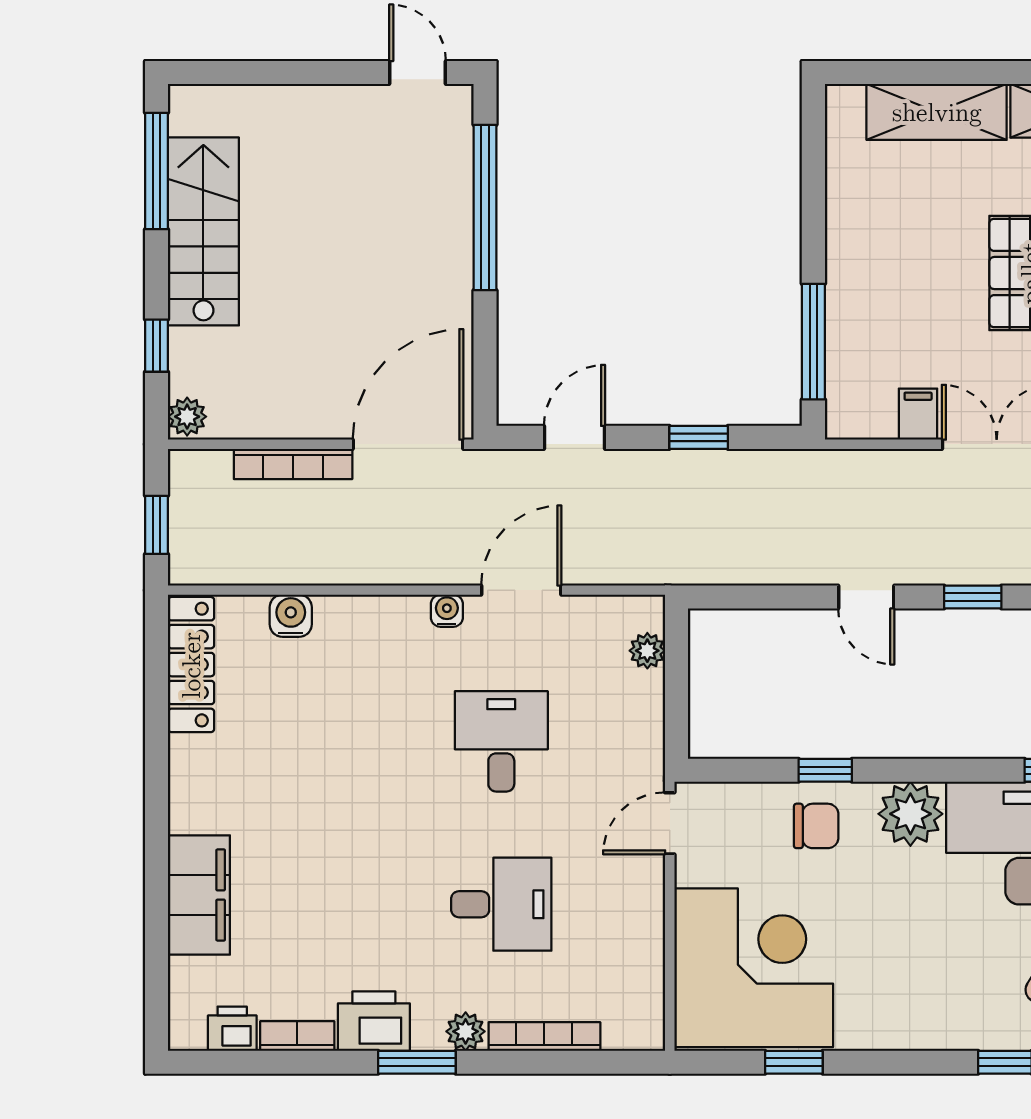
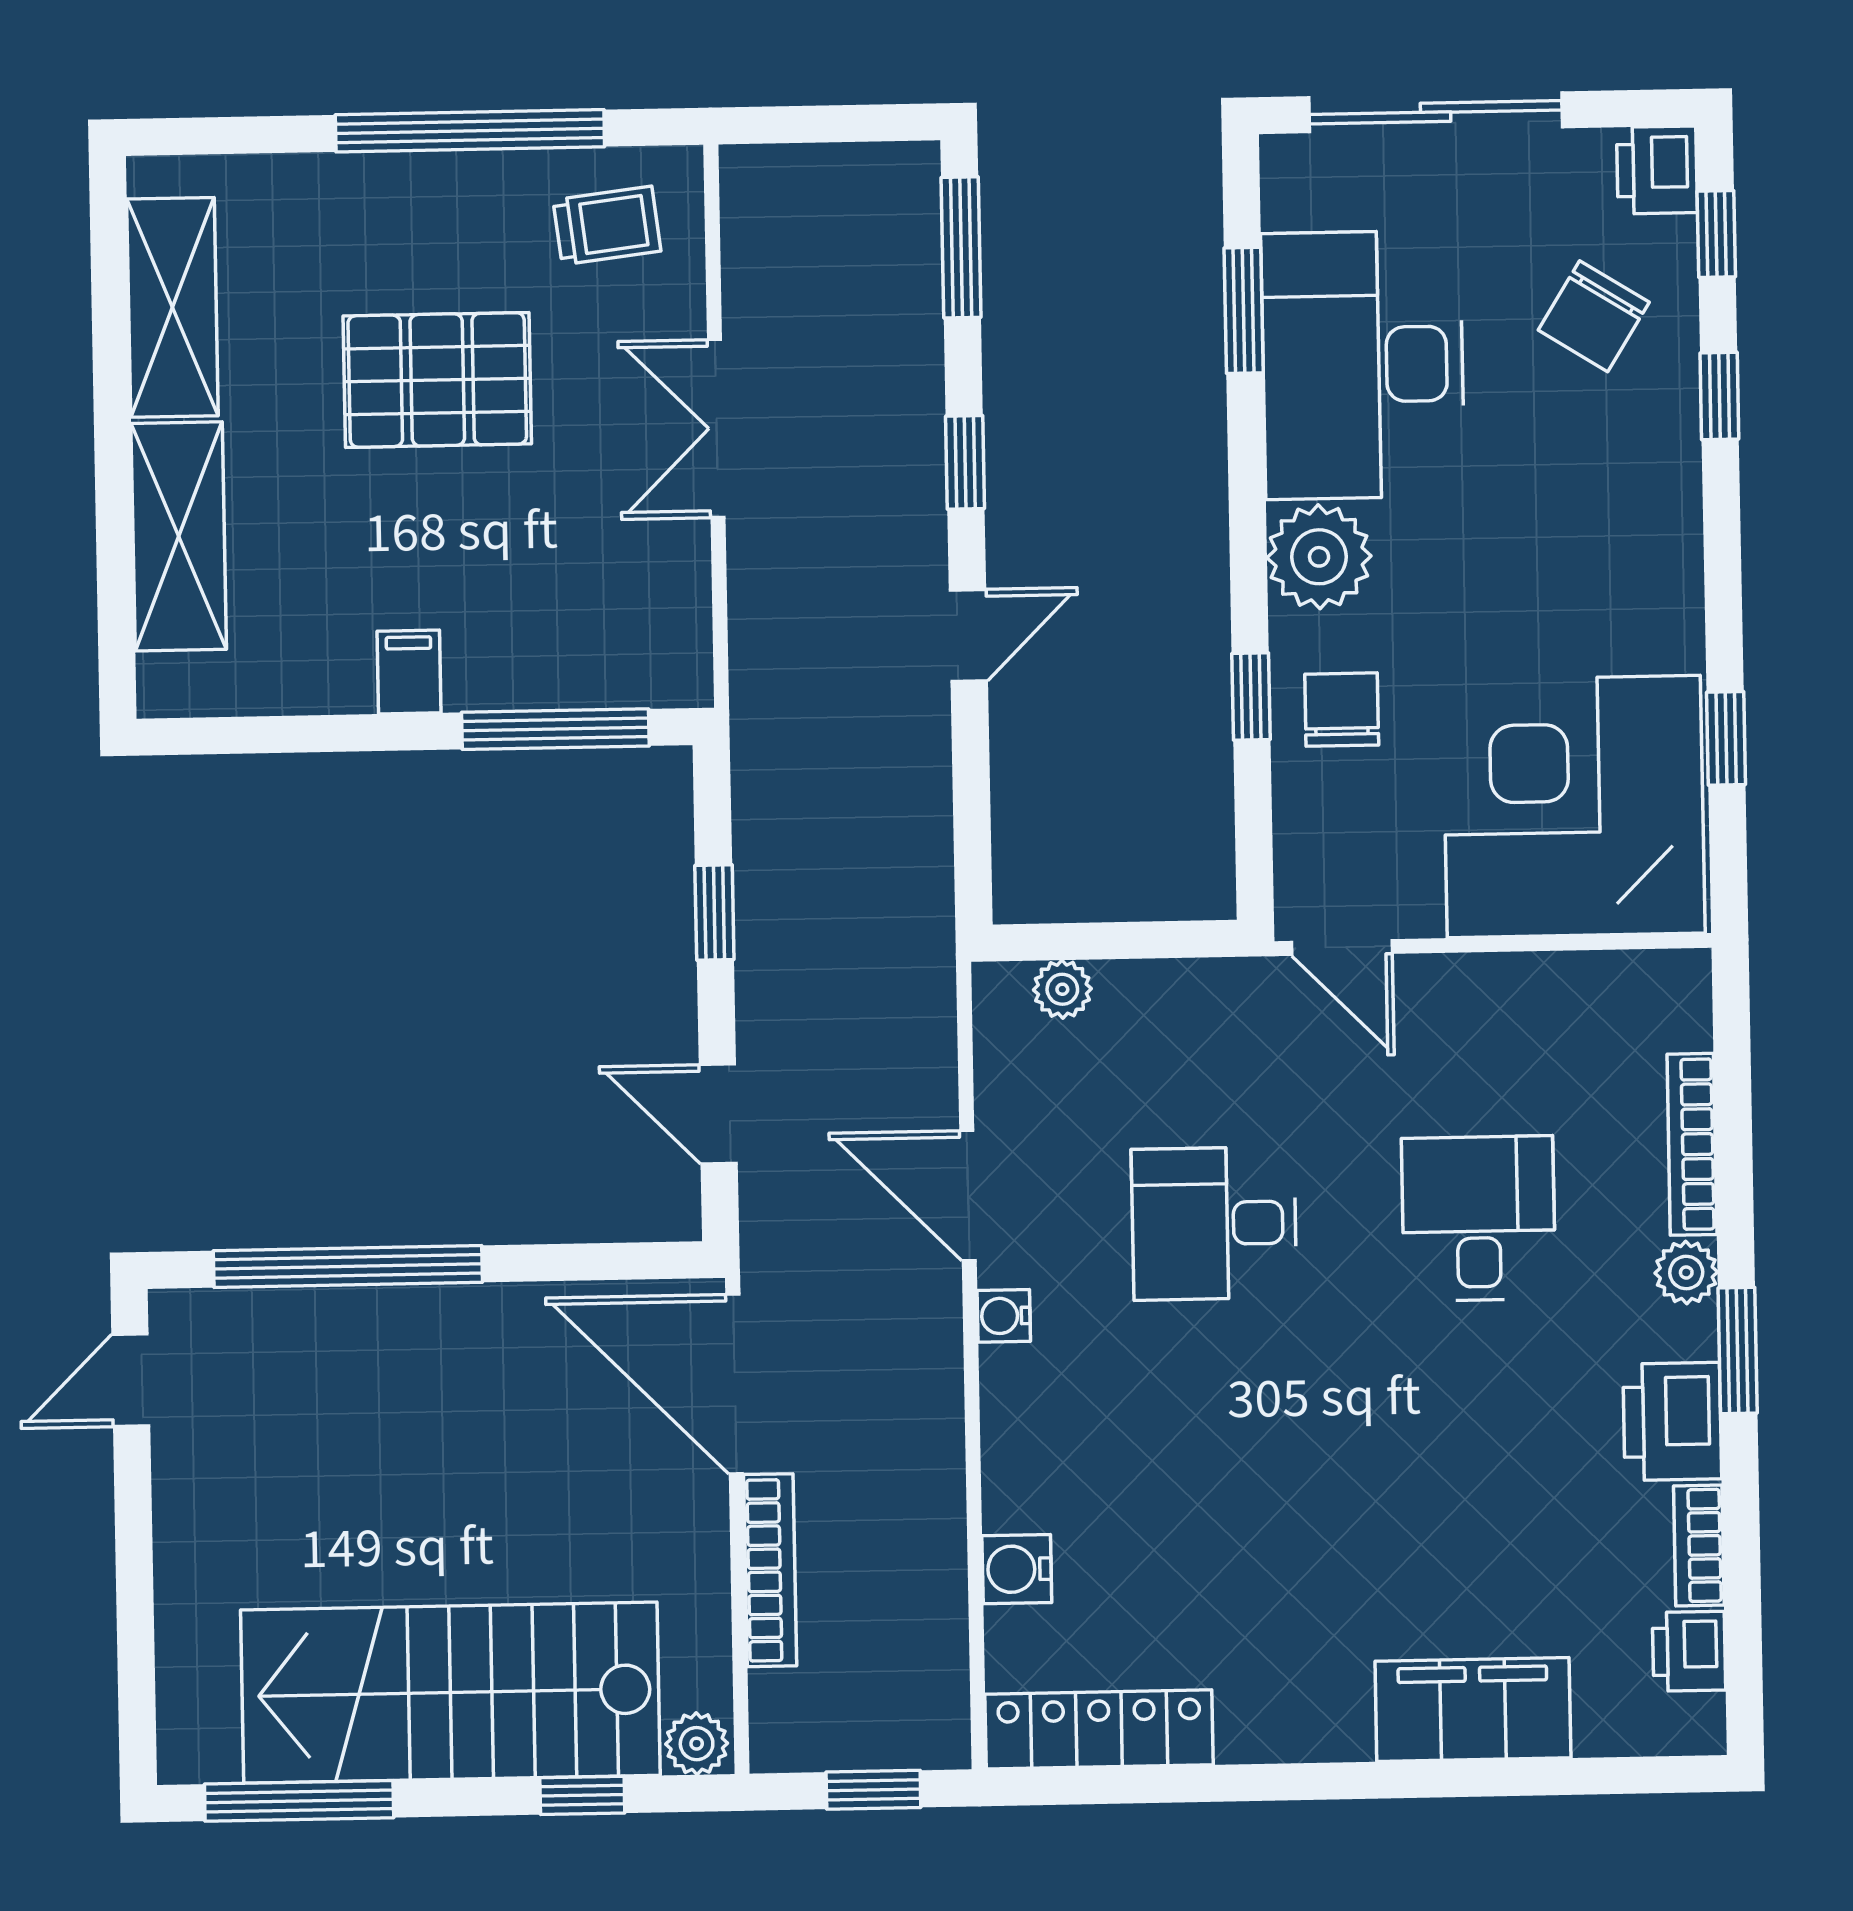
stairs: (203, 231) -> (450, 1693), width x1.36, depth x1.51
filing cabinet: (918, 414) -> (409, 672), moved, turned 90

